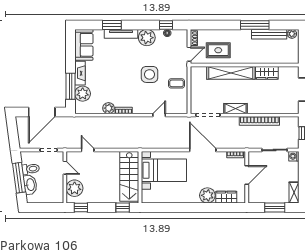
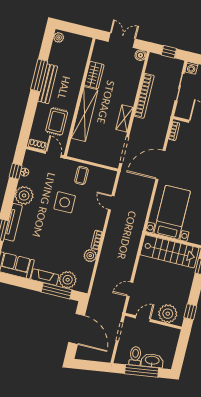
bench: (269, 34) -> (48, 84), moved
boiler: (294, 109) -> (140, 55), added

